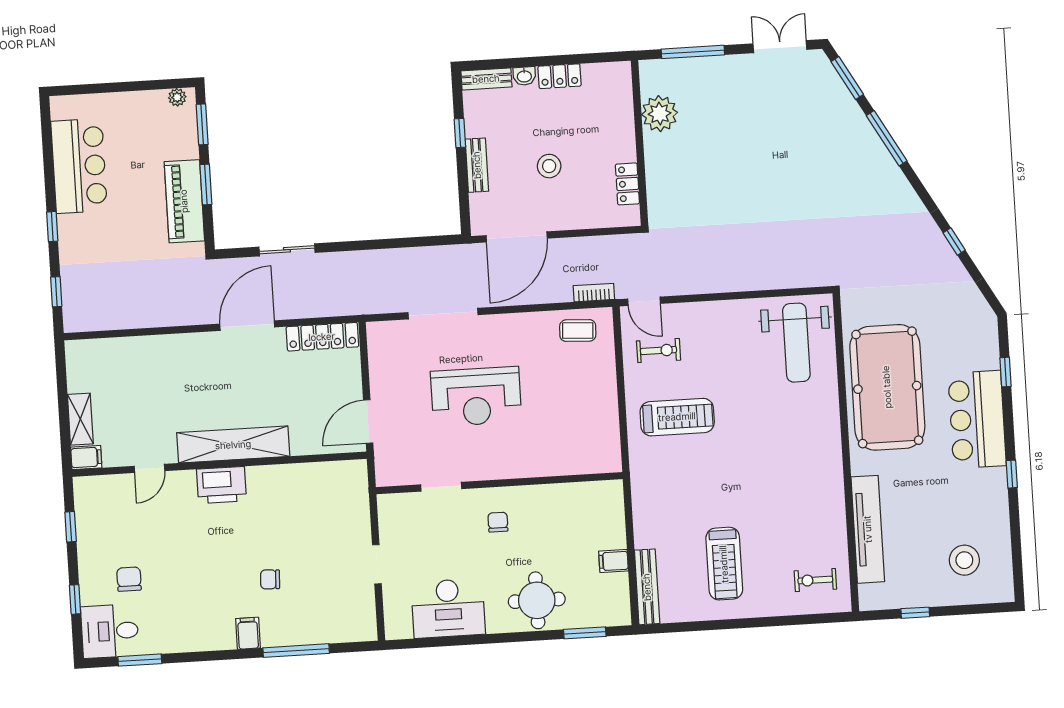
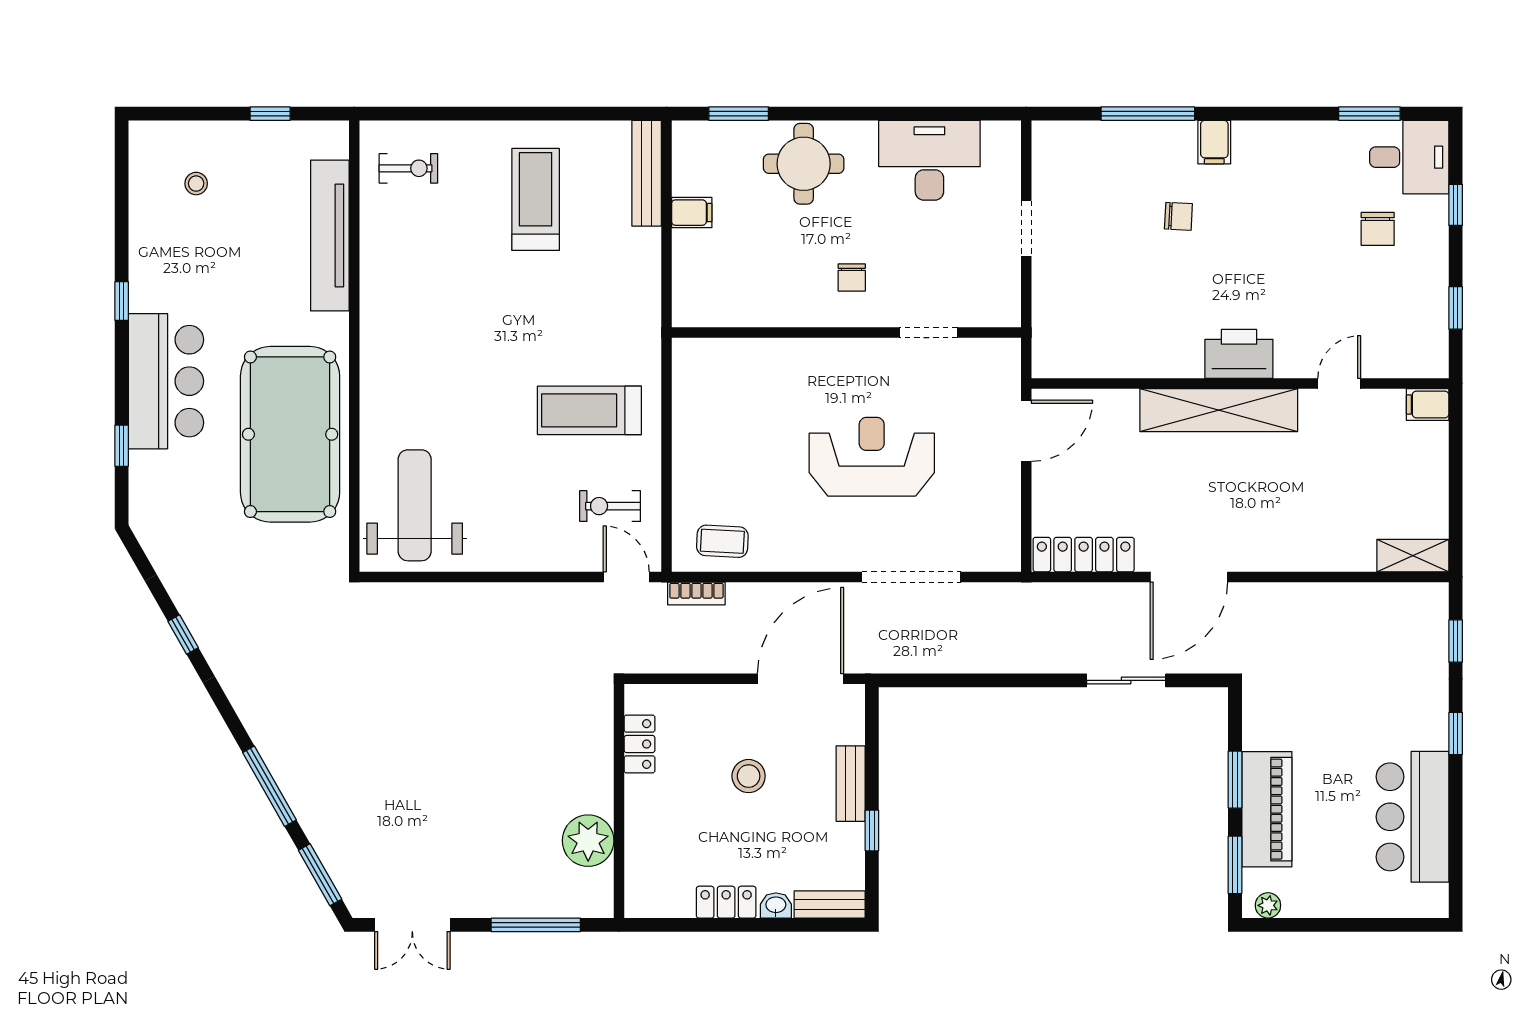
piano: (184, 201) -> (1267, 809), moved
shelving: (80, 419) -> (1413, 556), moved, turned 90
stool: (964, 560) -> (196, 184), width x0.53, depth x0.53

